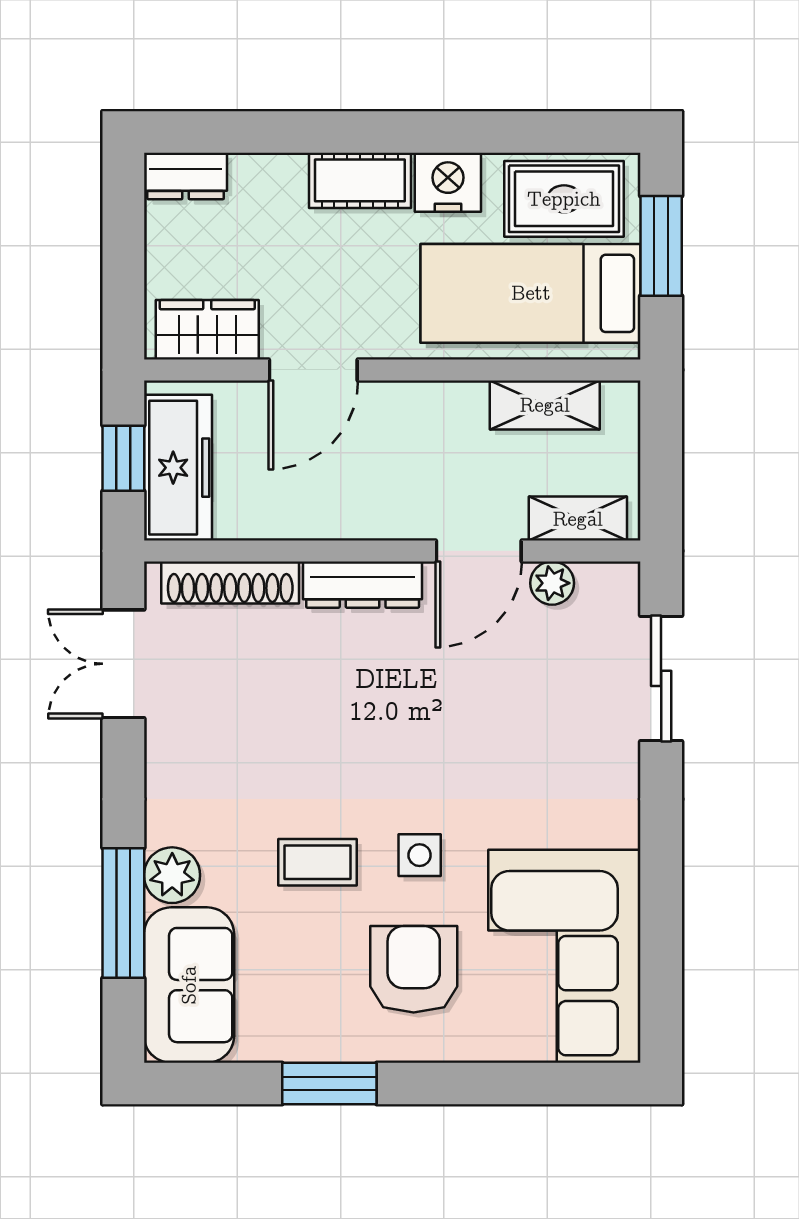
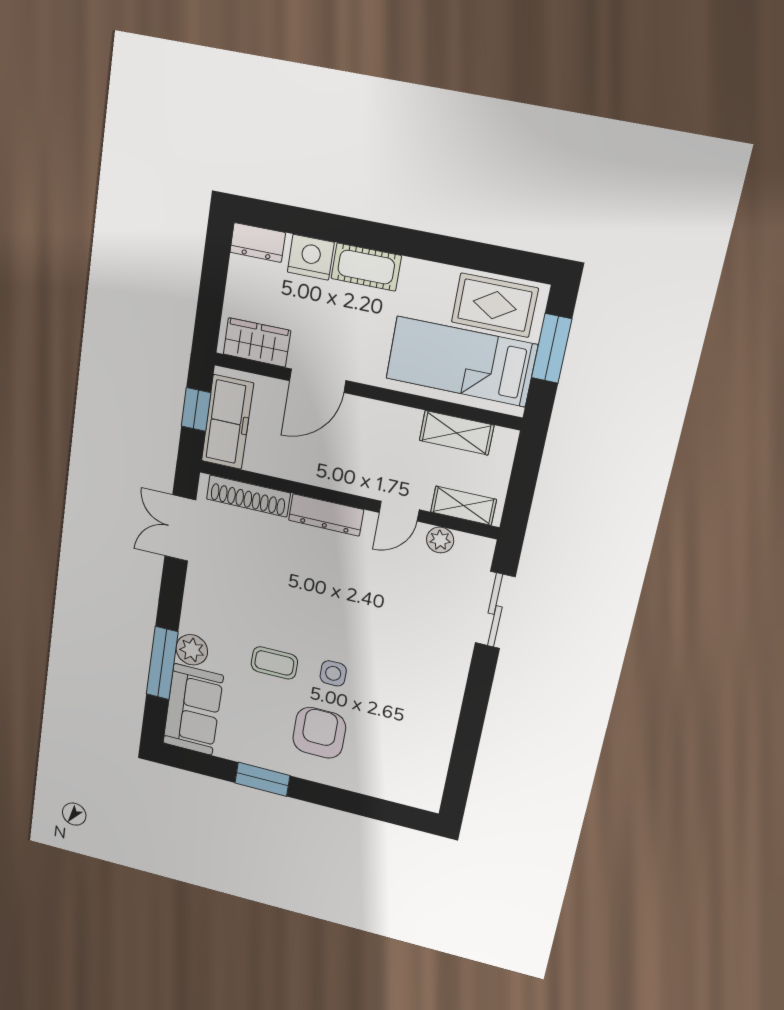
nightstand: (448, 182) -> (311, 257), moved
door: (479, 551) -> (399, 511), width x0.73
corner sofa: (564, 956) -> (406, 748), removed

